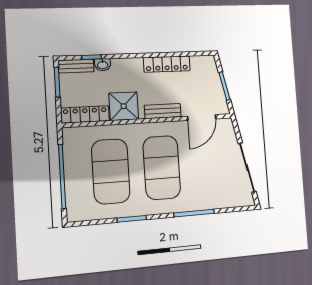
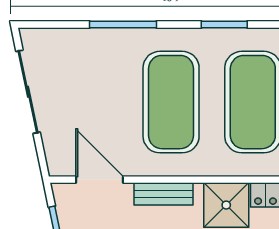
door: (202, 118) -> (100, 180), hinge flipped

